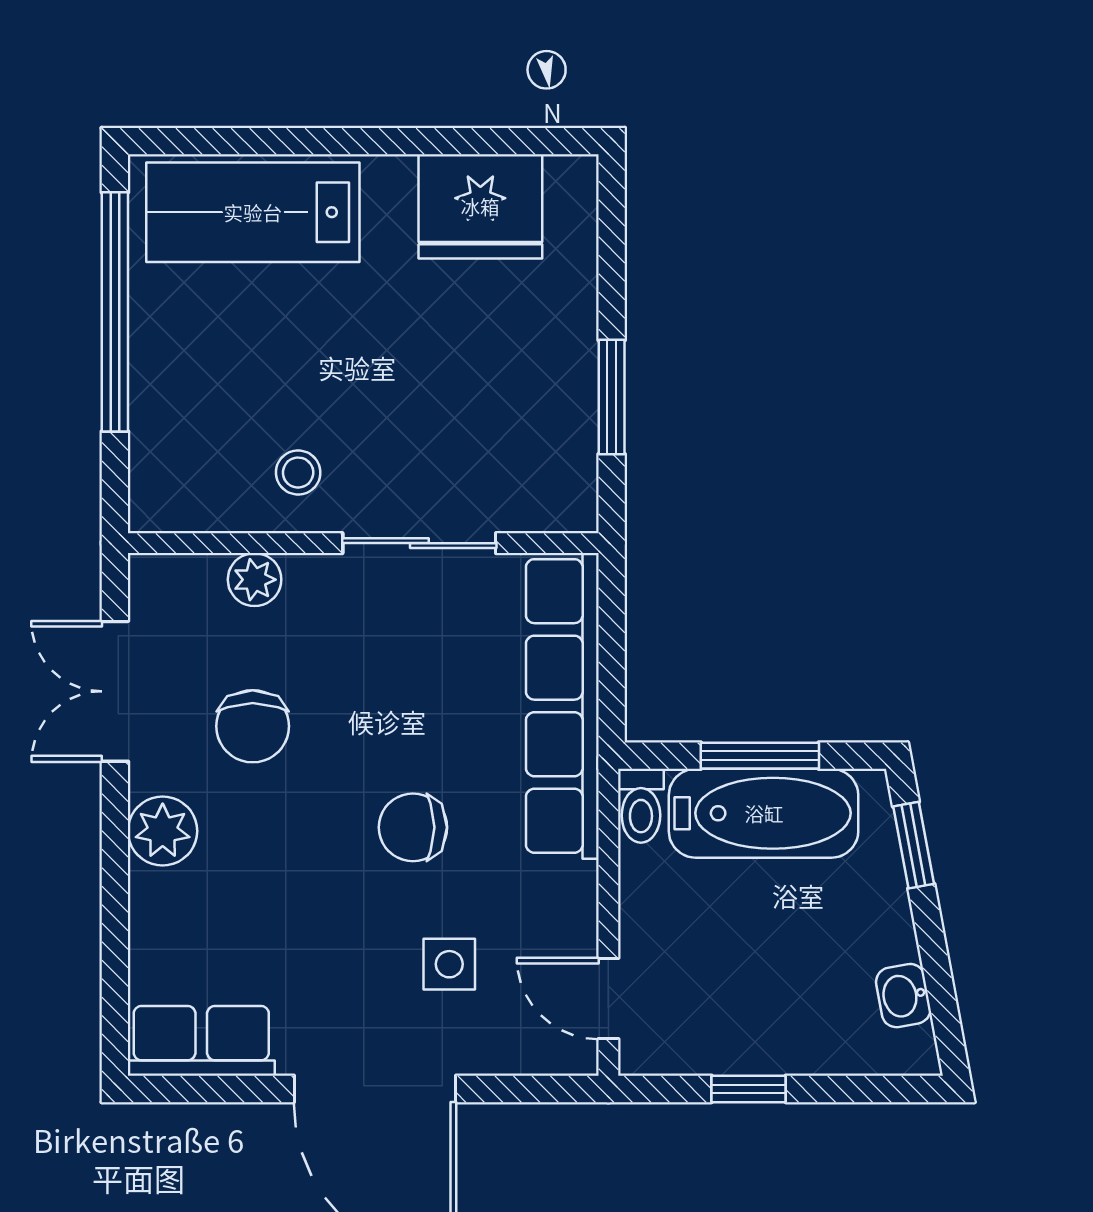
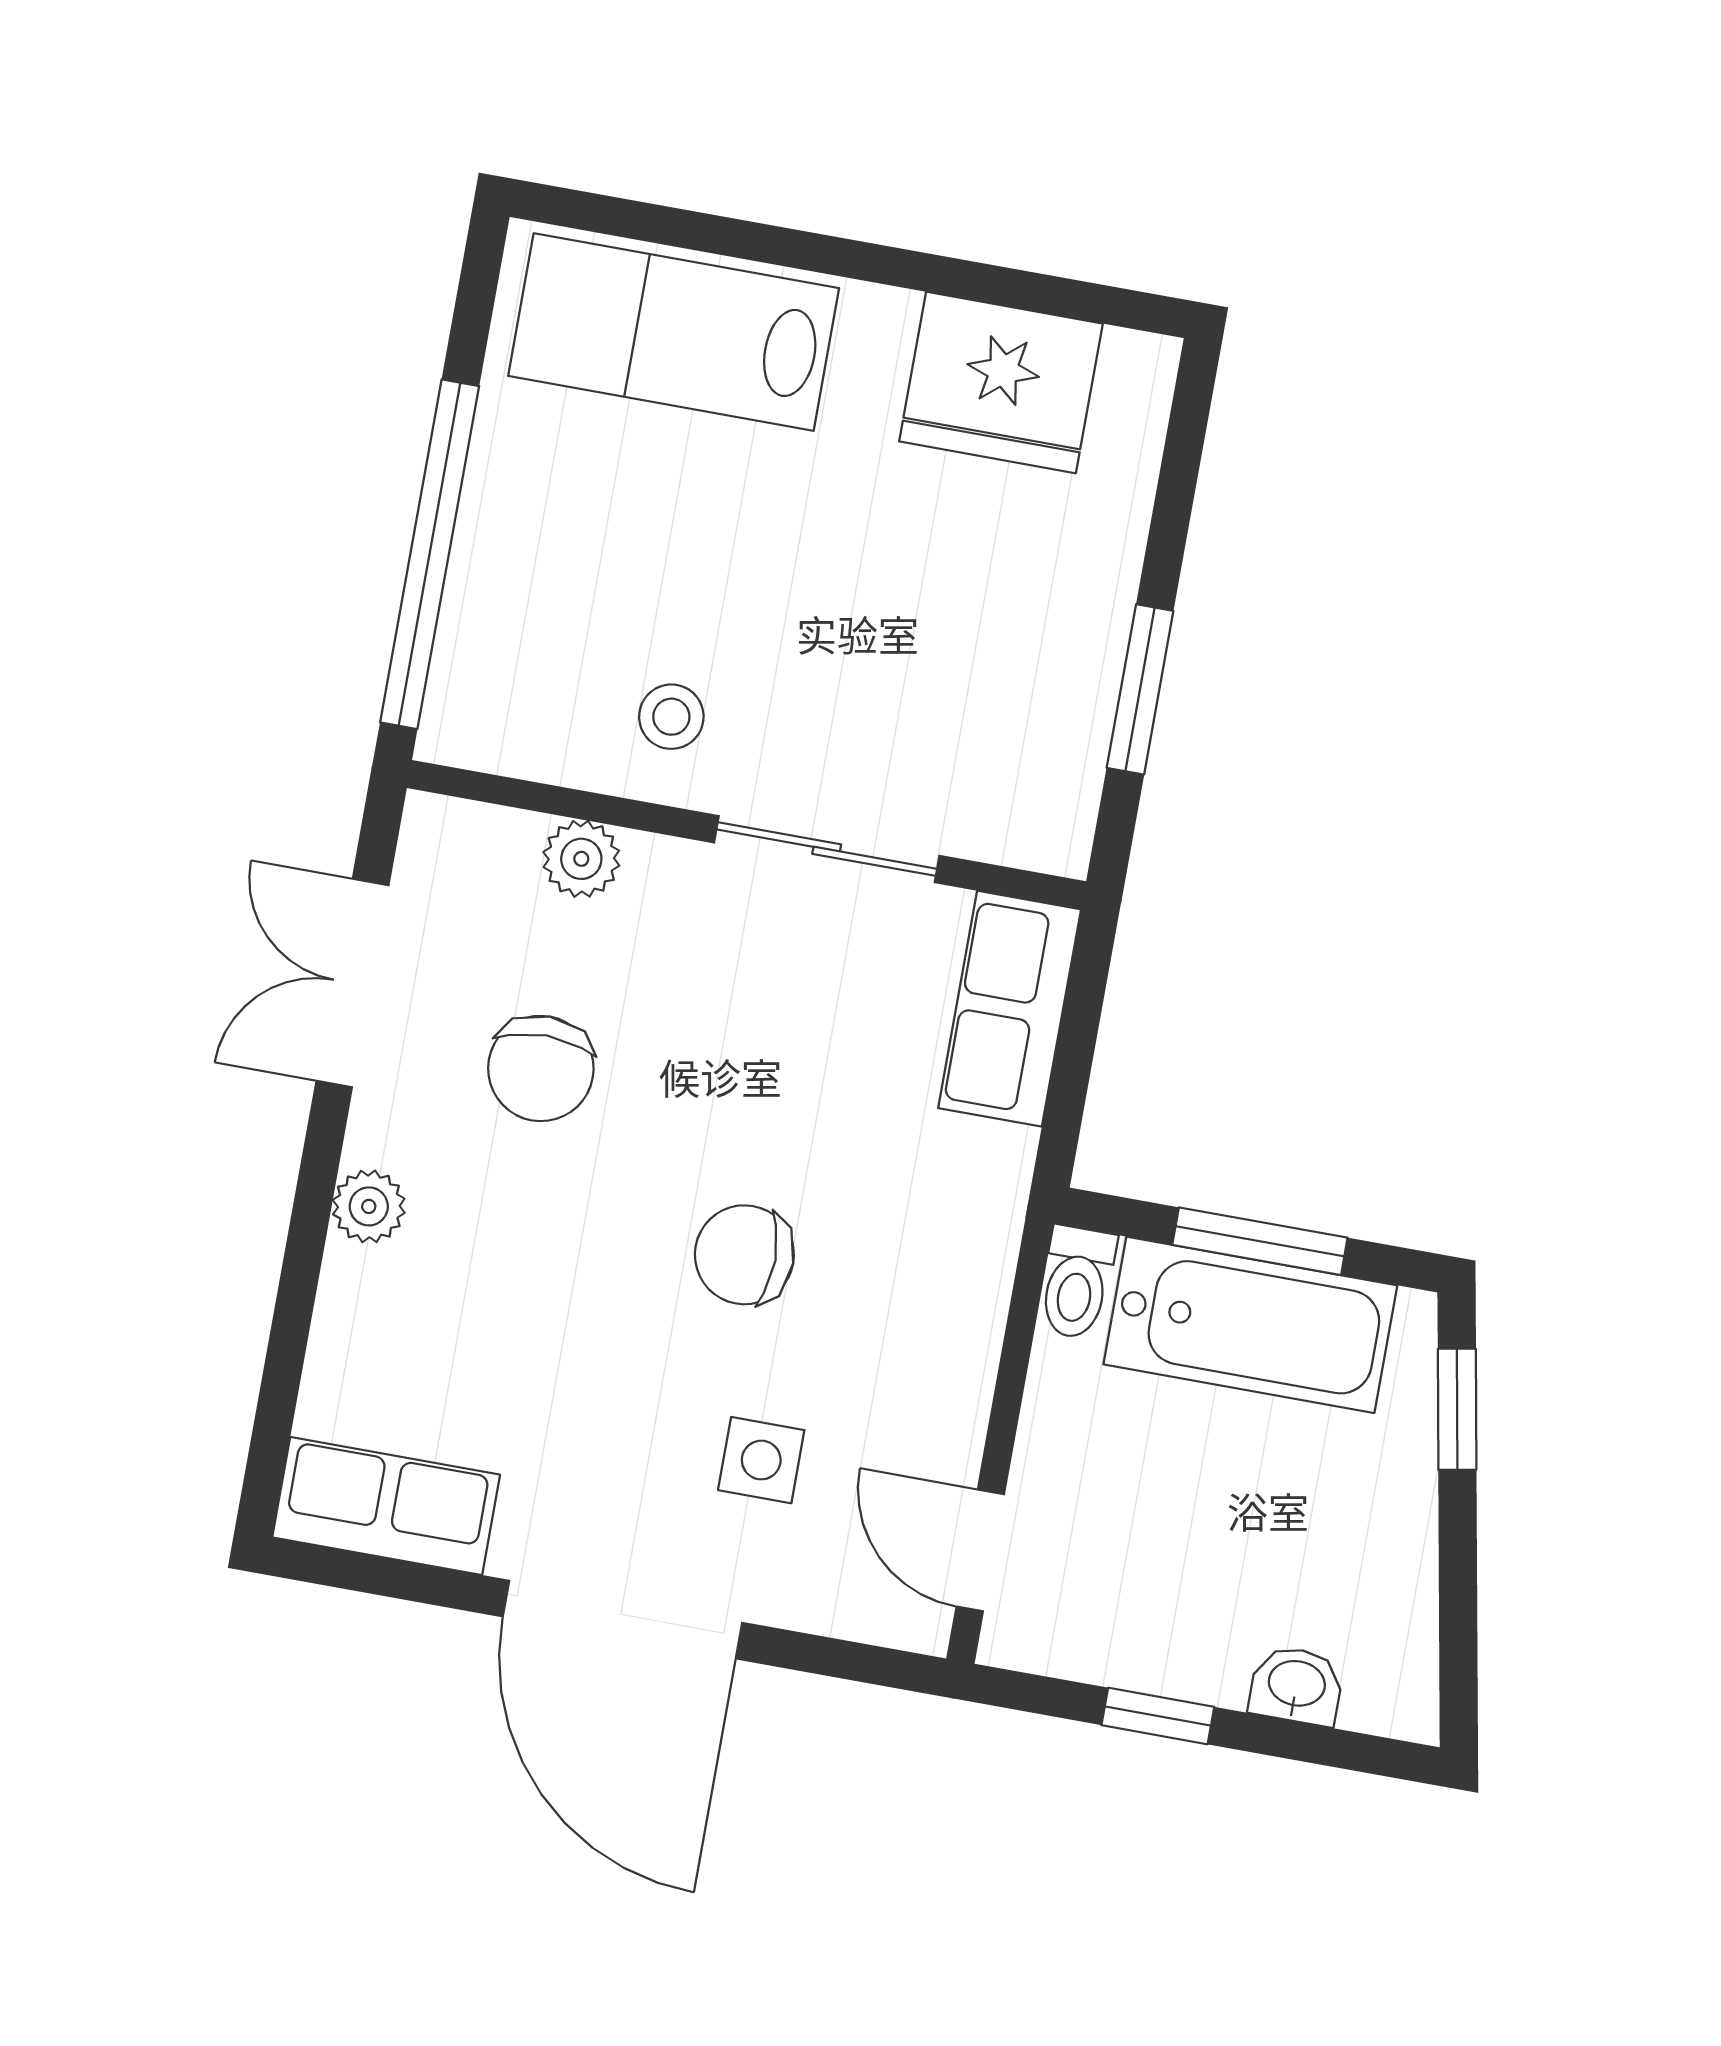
window: (115, 312) -> (430, 554), moved
row of seats: (562, 706) -> (1010, 1009), width x0.50
plant: (163, 831) -> (369, 1206), width x0.73, depth x0.73
washbasin: (903, 996) -> (1296, 1685), moved, turned 100

